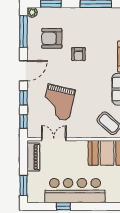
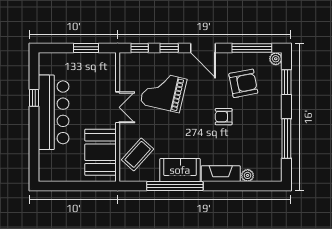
armchair: (52, 38) -> (243, 83), turned 79
double door: (54, 139) -> (118, 107), moved
piano: (33, 157) -> (95, 60), removed
window: (23, 186) -> (86, 48), moved

